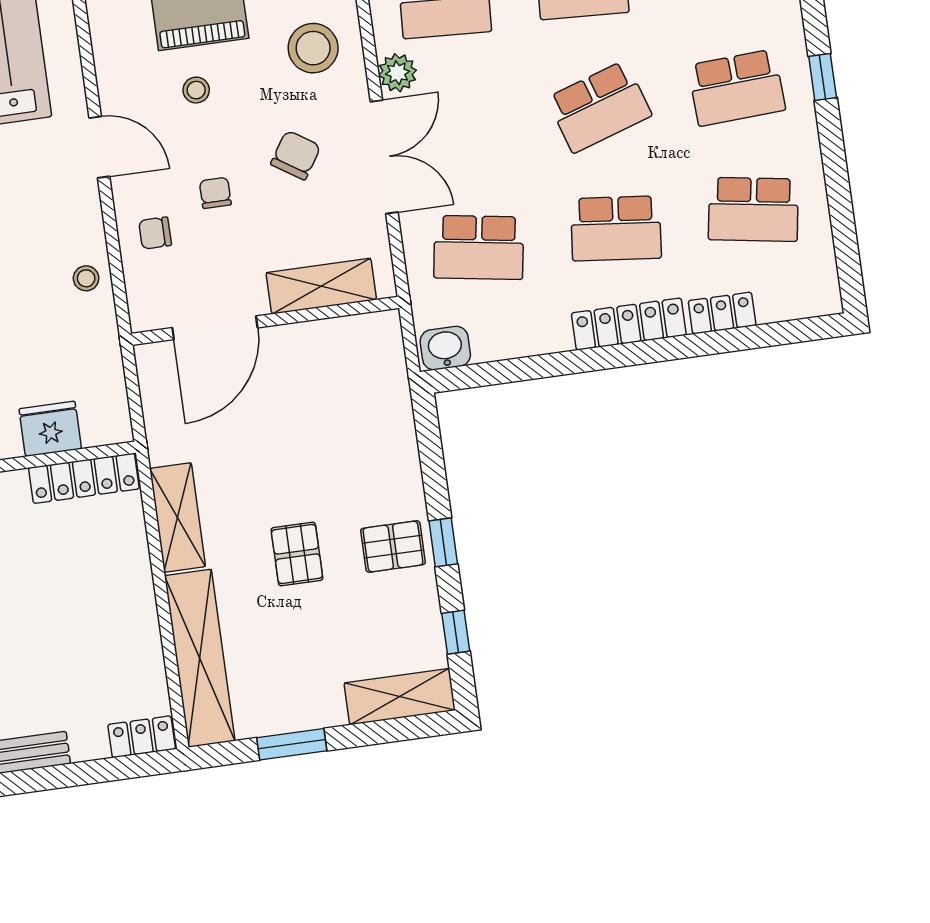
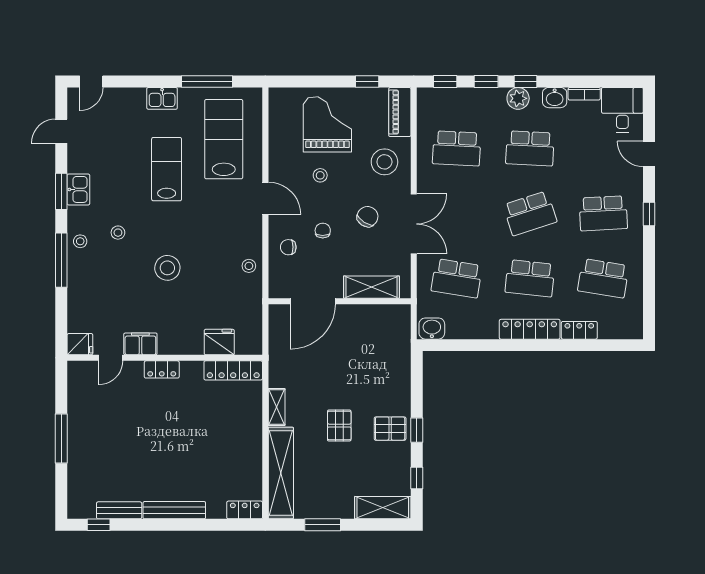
plant: (398, 73) -> (427, 181), removed
shelving: (178, 517) -> (277, 407), width x0.67, depth x0.75

